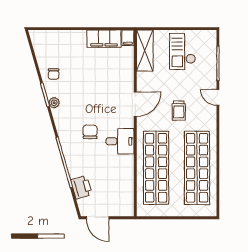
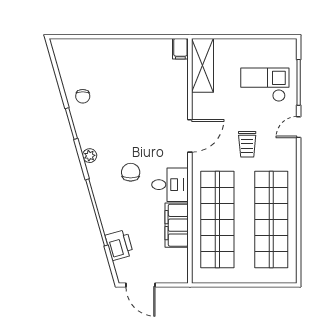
filing cabinet: (104, 39) -> (177, 225), moved, turned 90
checkout: (182, 51) -> (265, 85), moved, turned 90
door: (218, 97) -> (299, 127), hinge flipped
plant: (54, 103) -> (90, 156), moved

